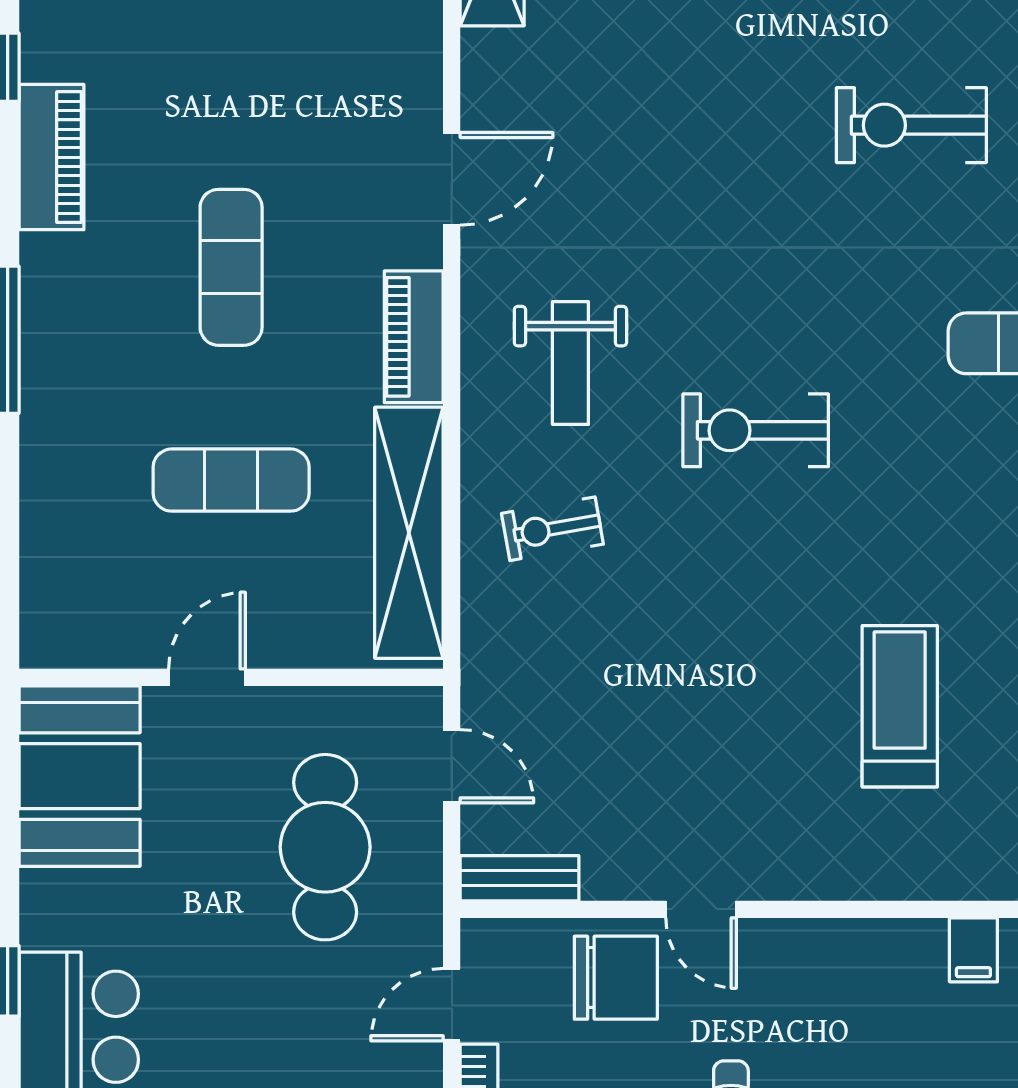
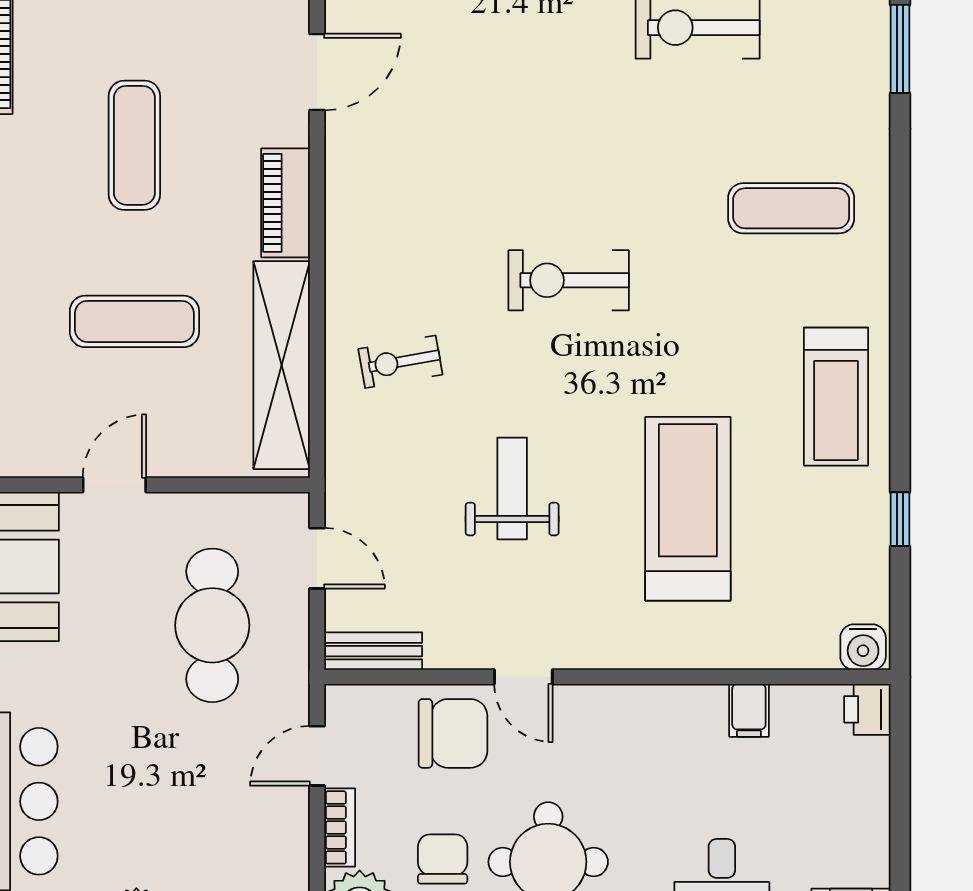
weight bench: (570, 363) -> (512, 488), moved, turned 180
treadmill: (900, 706) -> (688, 509), width x1.37, depth x1.38

